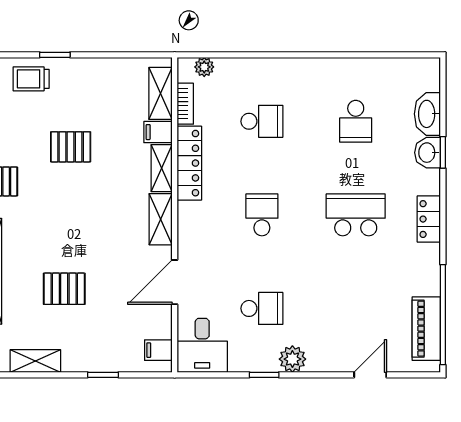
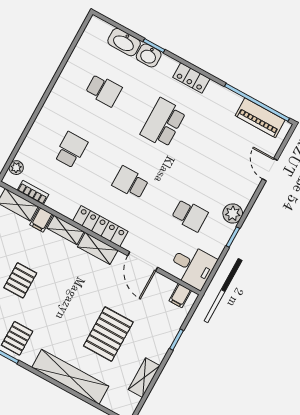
locker: (189, 163) -> (100, 226), moved
pallet: (64, 289) -> (108, 334), width x1.50, depth x1.42
school desk: (262, 308) -> (190, 215), turned 90

